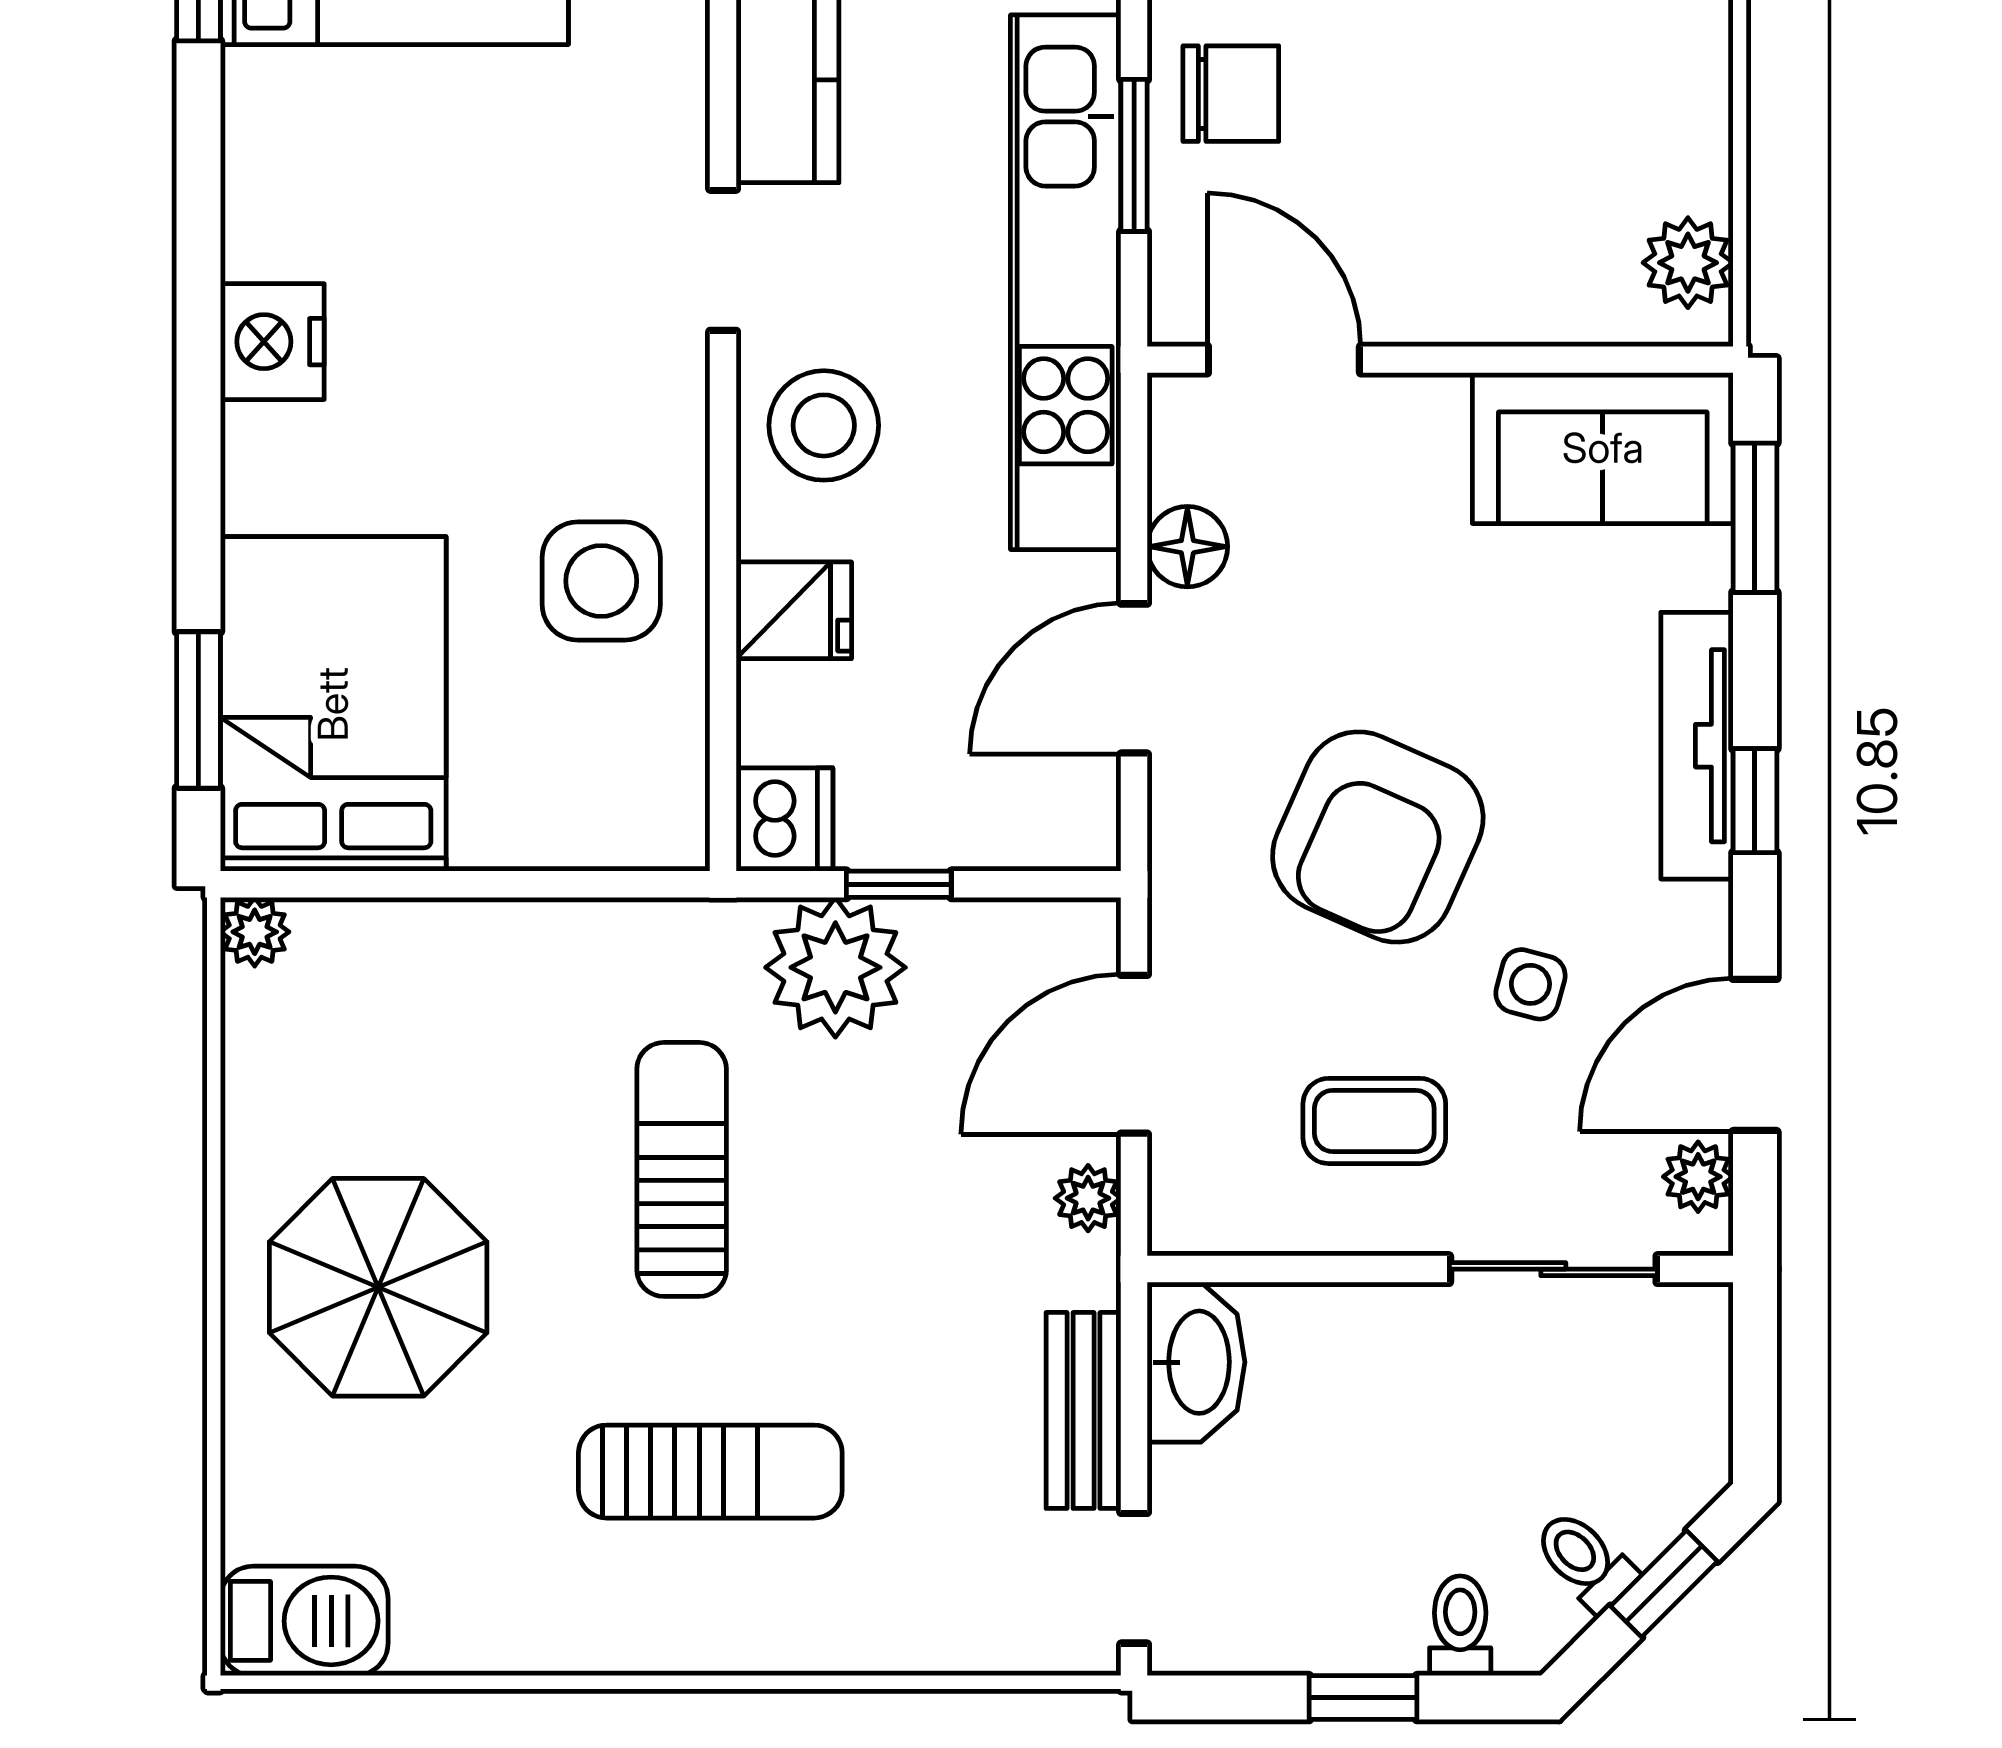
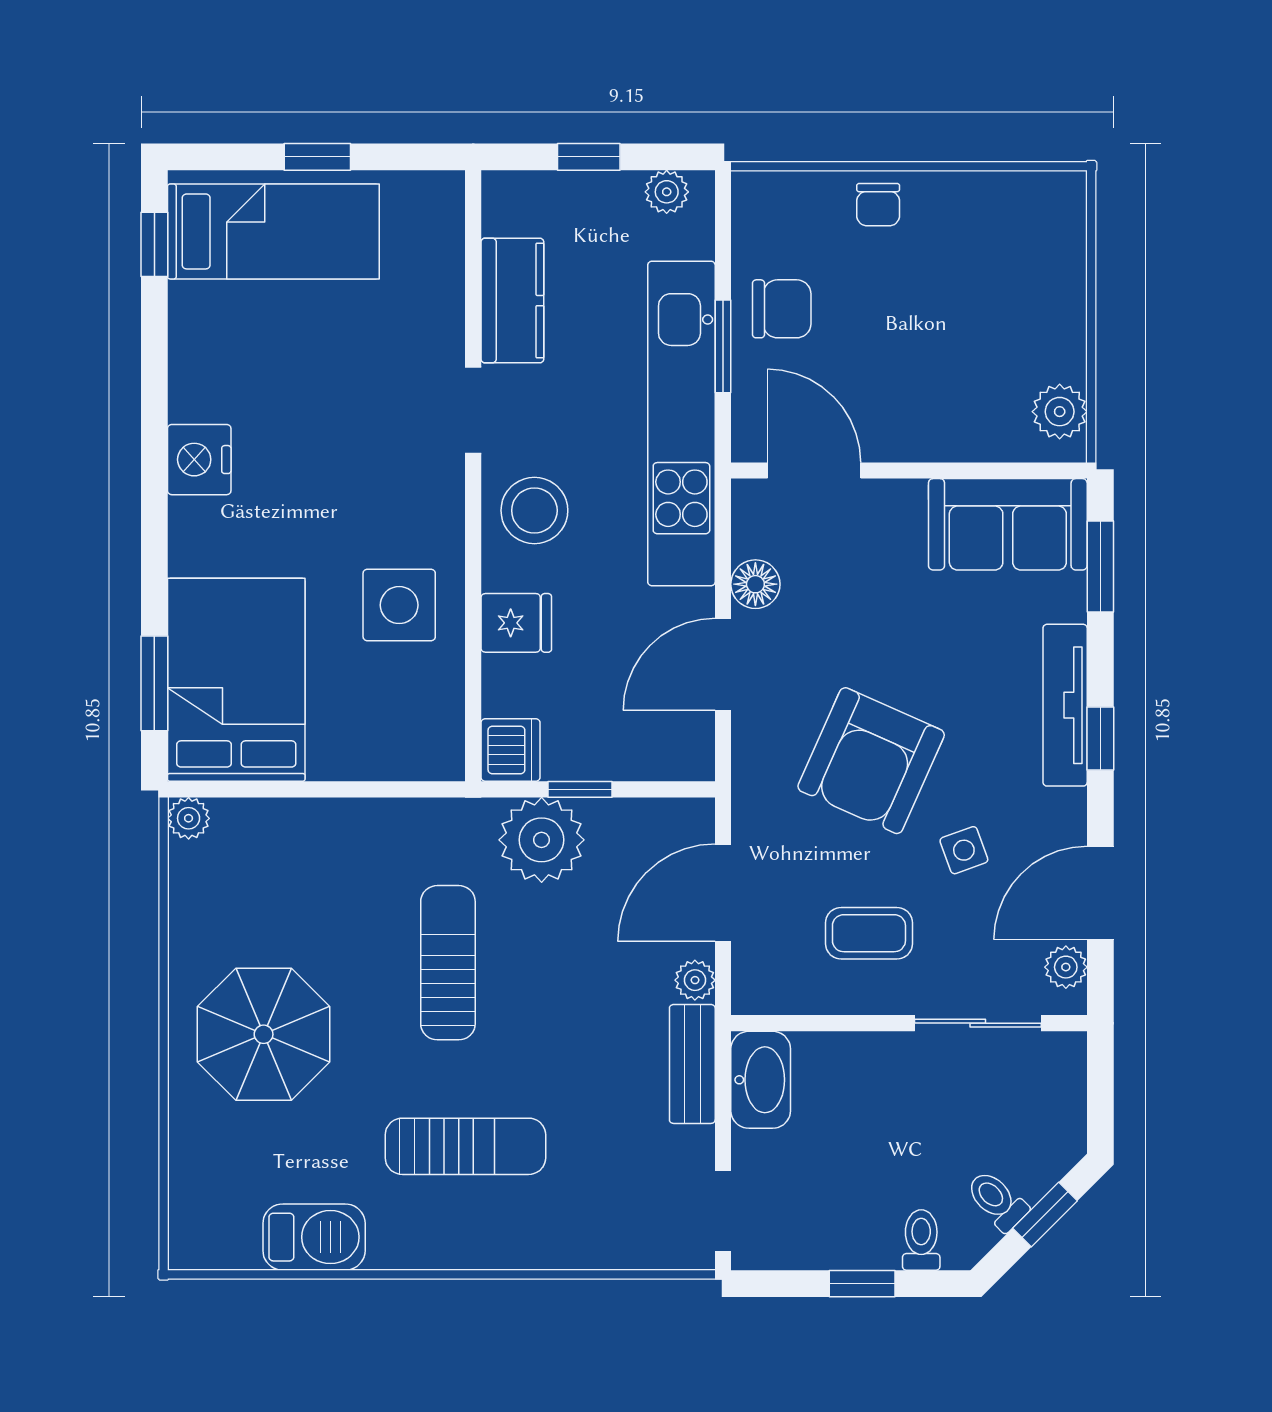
side table: (1530, 984) -> (964, 850), turned -35
bench: (1084, 1410) -> (692, 1064), moved
barbecue: (304, 1621) -> (314, 1237), moved

